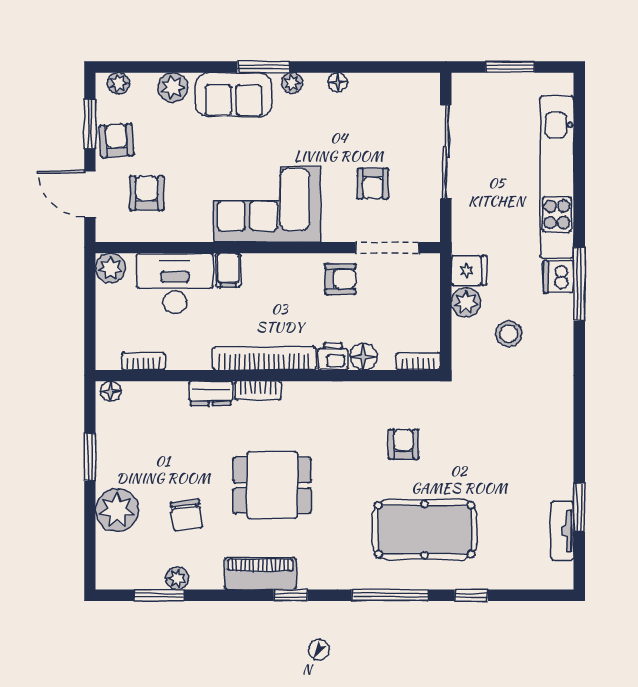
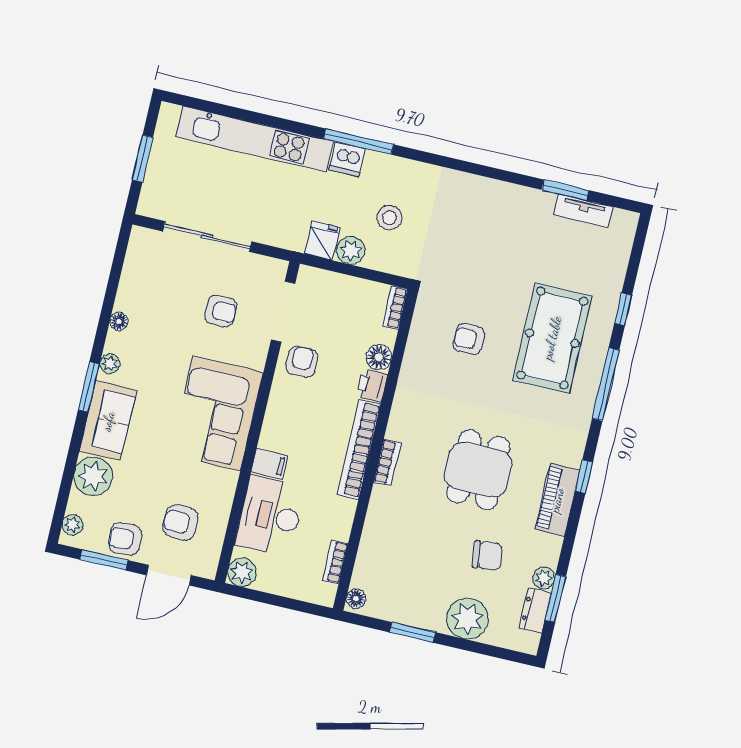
plant: (173, 87) -> (93, 476), width x1.36, depth x1.36
dresser: (211, 393) -> (535, 610), moved, turned 180

